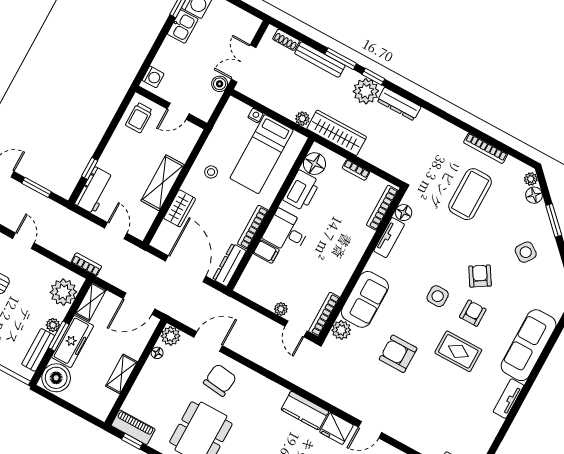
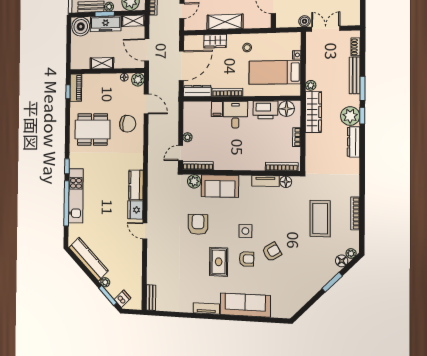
coffee table: (470, 194) -> (320, 219), turned 90
side table: (526, 252) -> (302, 274), removed

